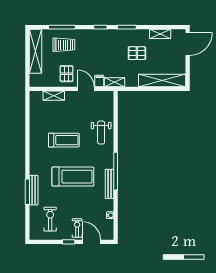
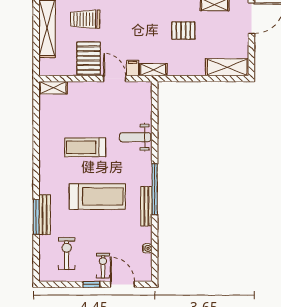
trolley: (64, 45) -> (85, 19), turned 180
pallet: (66, 74) -> (89, 58), width x1.50, depth x1.42
shelving: (162, 80) -> (227, 67), width x0.68
shelving: (54, 96) -> (53, 88), moved
weight bench: (101, 133) -> (135, 137), turned 90
treadmill: (64, 140) -> (85, 147), turned 180

